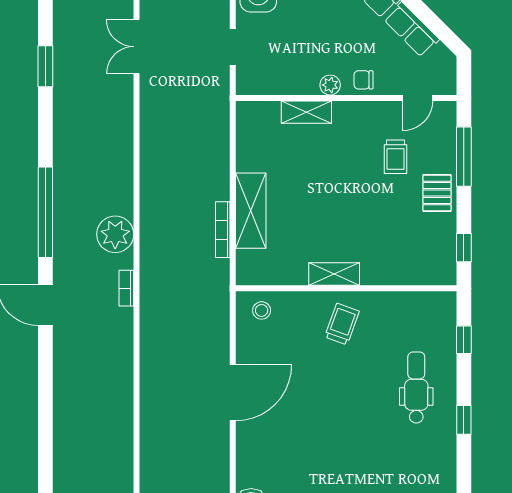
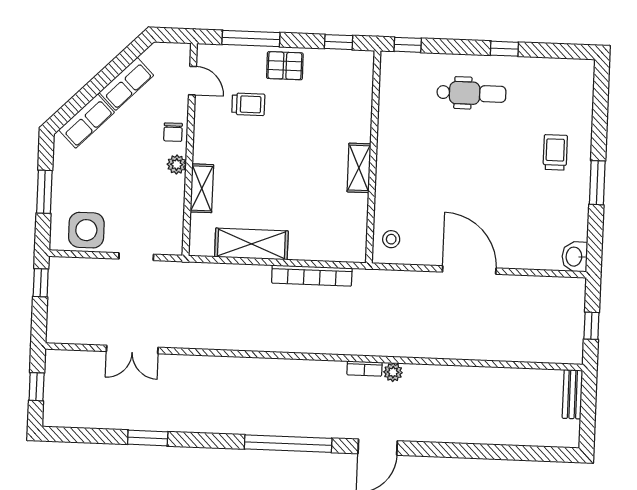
shelving: (251, 211) -> (251, 244), moved
bookcase: (223, 230) -> (312, 276), width x1.48, depth x1.31
plant: (115, 234) -> (393, 372), moved, width x0.53, depth x0.53
trolley: (342, 324) -> (555, 152), moved, turned 70
window: (464, 340) -> (408, 45), moved
dental chair: (416, 388) -> (471, 93), turned 180

